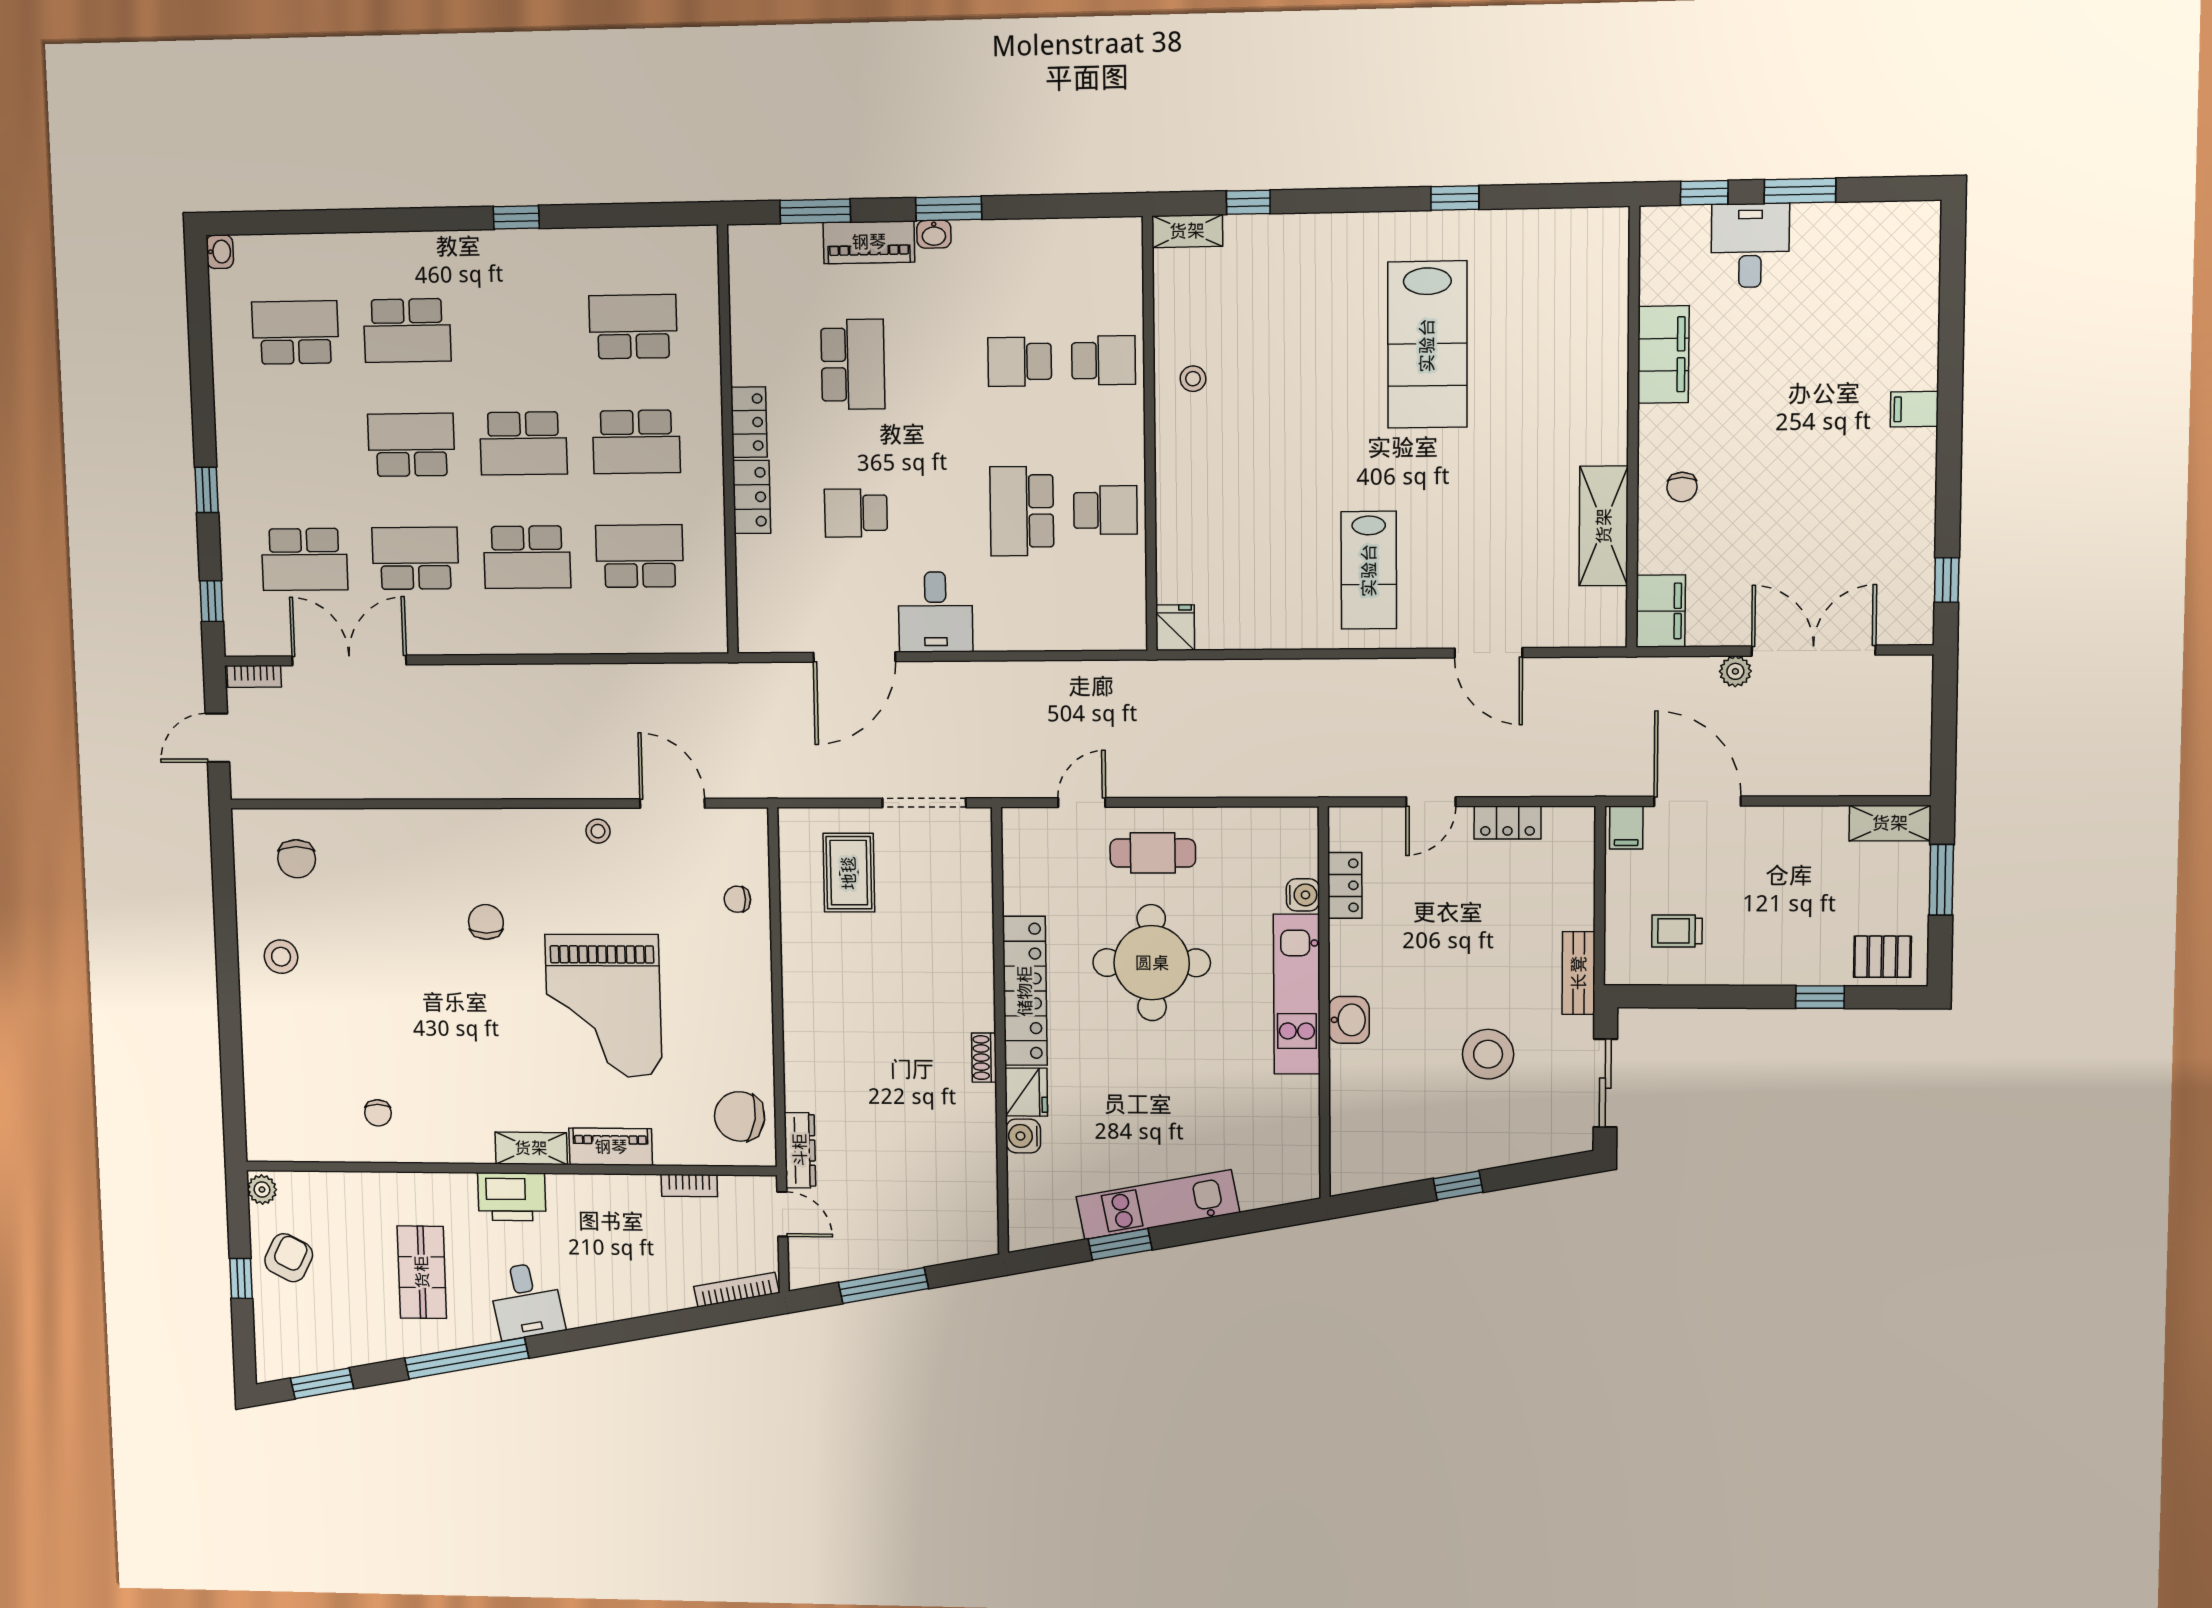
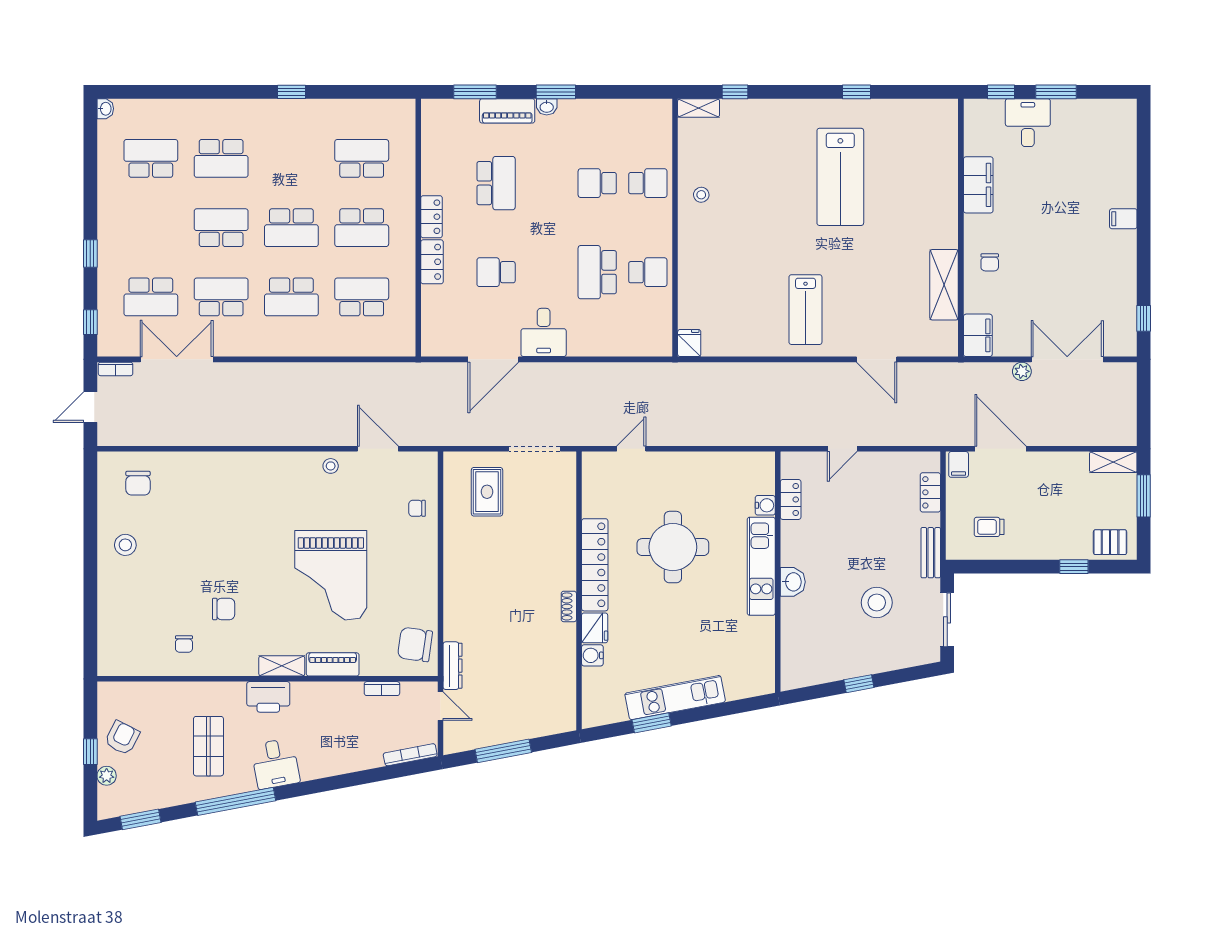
locker: (1508, 823) -> (930, 492), moved, turned 90
cafe table: (1153, 853) -> (674, 480), removed
chair: (486, 922) -> (224, 609), moved, turned 90
plant: (262, 1189) -> (107, 776), moved

